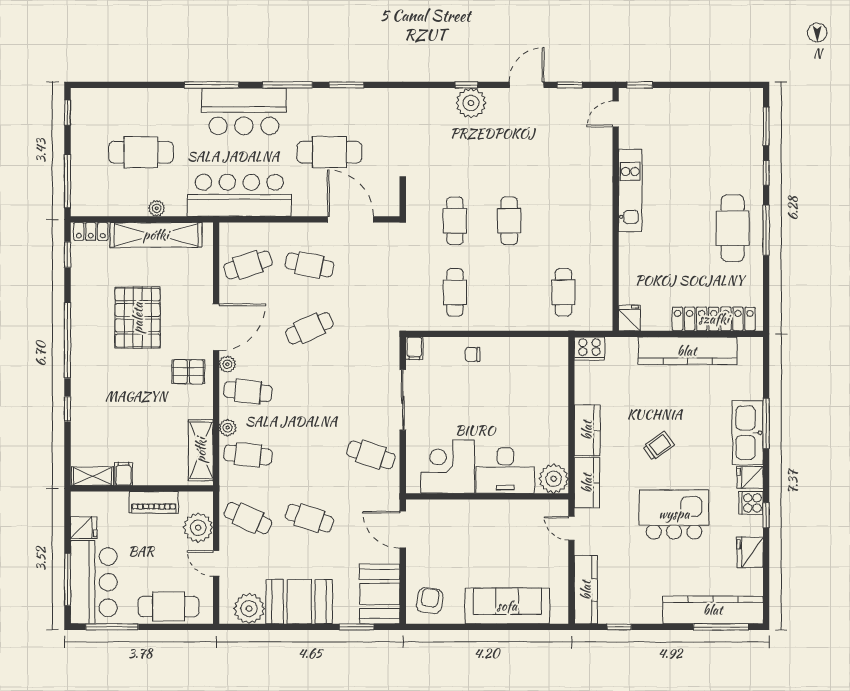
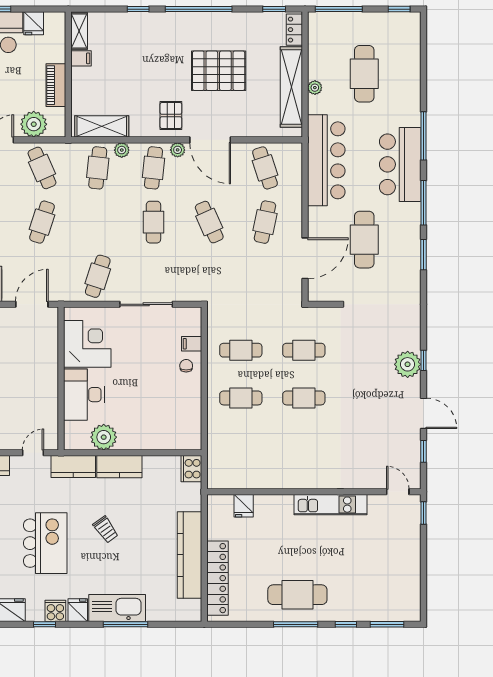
cafe table: (563, 292) -> (241, 398), moved
fridge: (629, 318) -> (244, 506), moved, turned 90
filing cabinet: (414, 348) -> (192, 344), moved
cafe table: (309, 392) -> (153, 222), added
plant: (554, 479) -> (104, 437), moved
cafe table: (248, 518) -> (42, 168), turned -48

